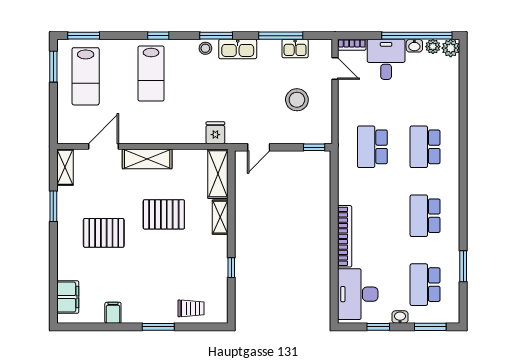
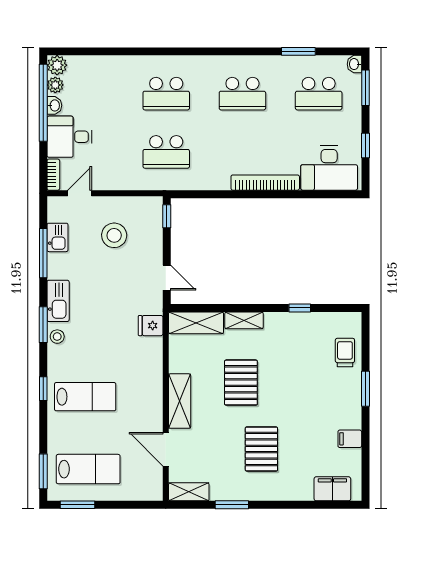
washbasin: (400, 317) -> (354, 64), moved

